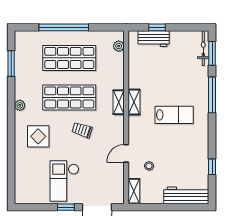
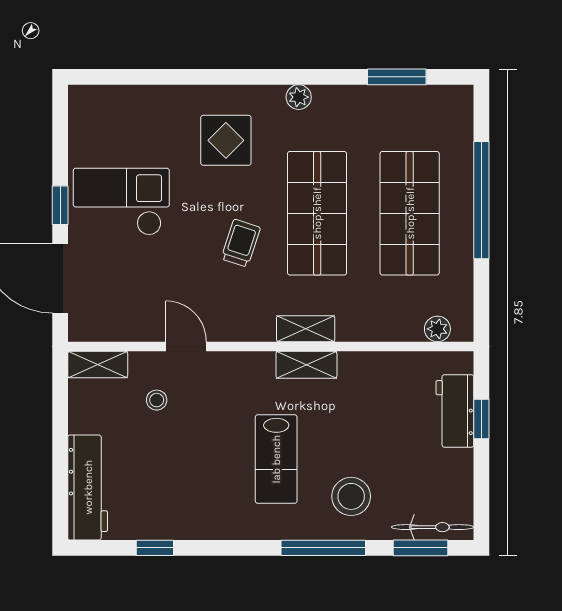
stool: (190, 83) -> (351, 496), added

